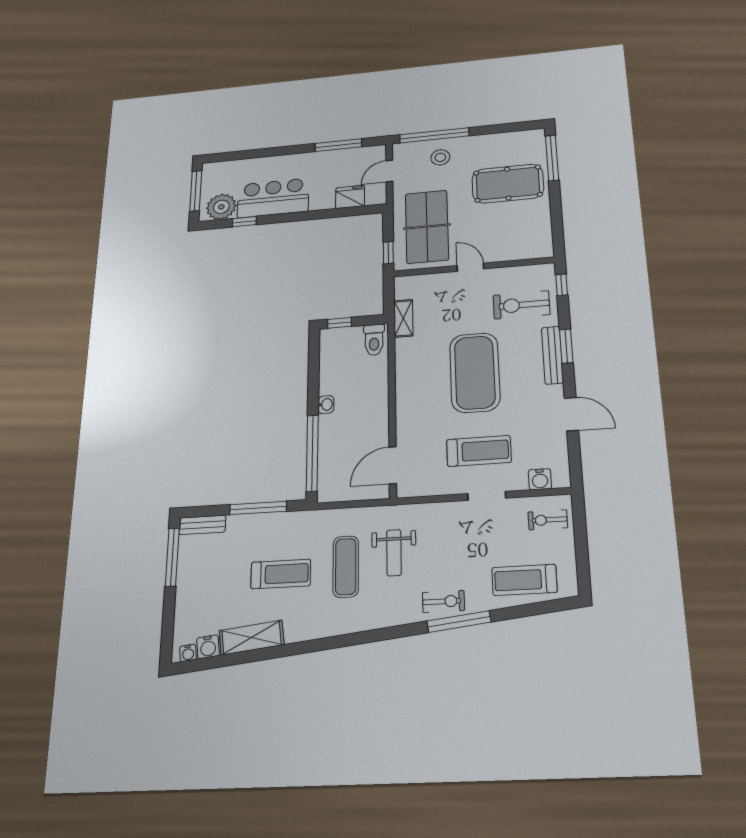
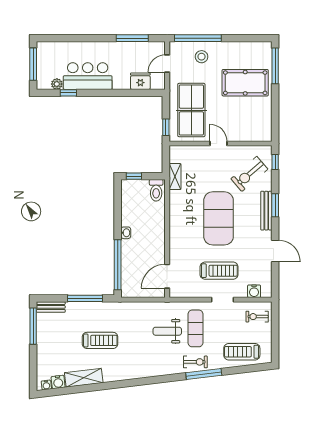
plant: (221, 207) -> (57, 84), width x0.53, depth x0.53
exercise bike: (521, 305) -> (249, 174), turned -41
weight bench: (394, 553) -> (167, 331), turned 90
exercise mat: (346, 567) -> (195, 328), moved

